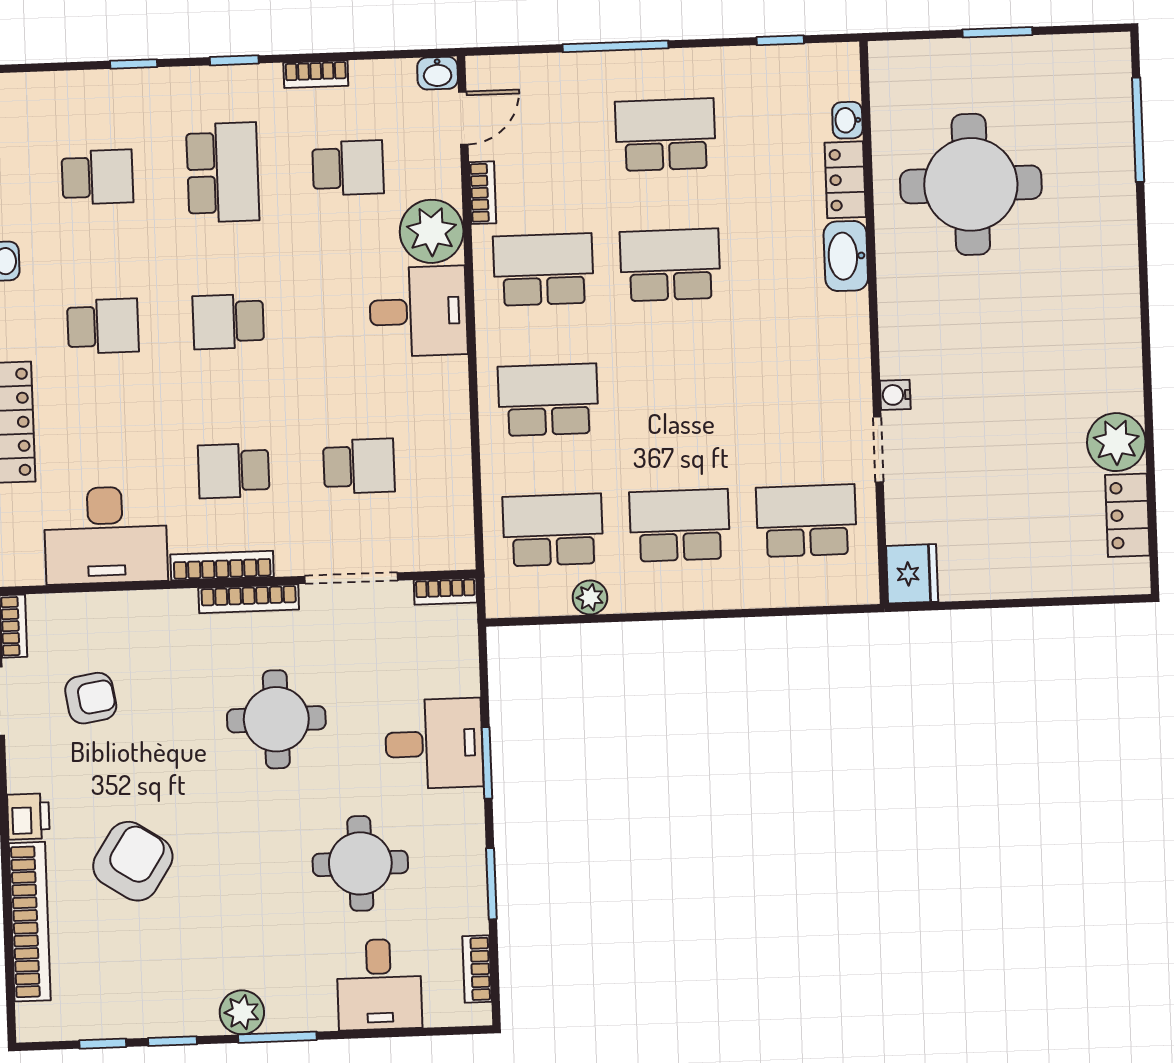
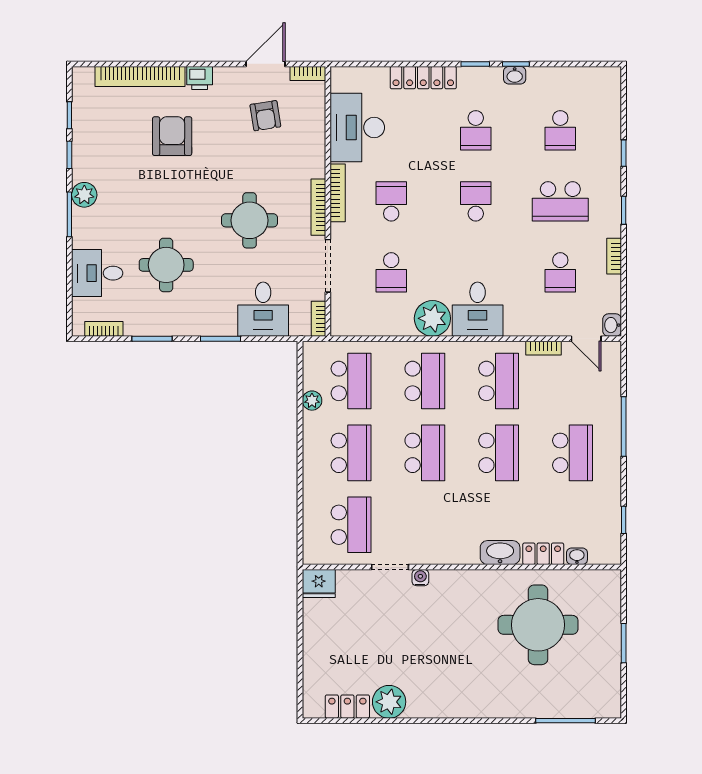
plant: (432, 231) -> (432, 318), moved
school desk: (675, 395) -> (425, 453), added
desk: (434, 744) -> (263, 309), moved
armchair: (133, 861) -> (172, 136), turned -123

